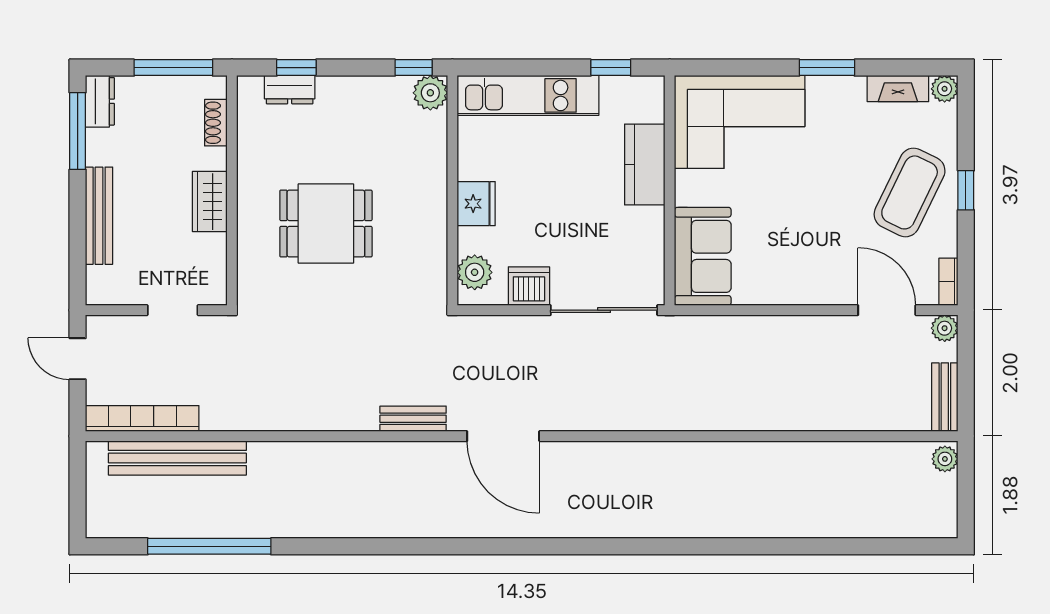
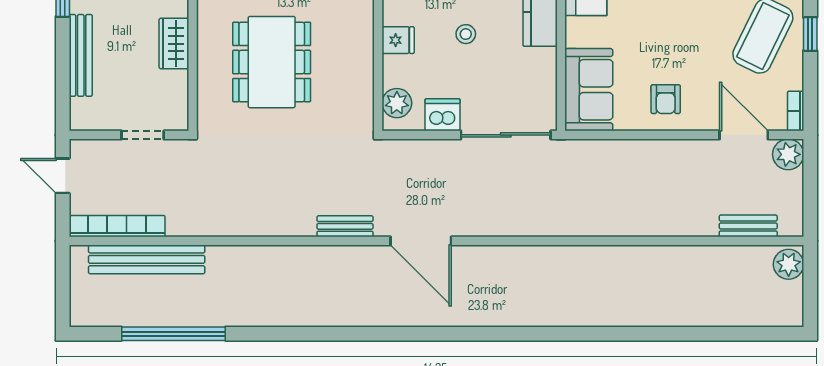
stool: (557, 190) -> (466, 34), added
fridge: (476, 204) -> (398, 40), width x0.72
dining table: (326, 224) -> (272, 62), width x1.37
armchair: (794, 268) -> (666, 99), added
plant: (945, 328) -> (788, 154), width x1.38, depth x1.38
bench: (945, 397) -> (748, 226), moved, turned 90
plant: (945, 459) -> (789, 264), width x1.38, depth x1.38

